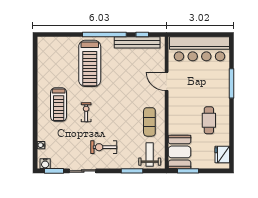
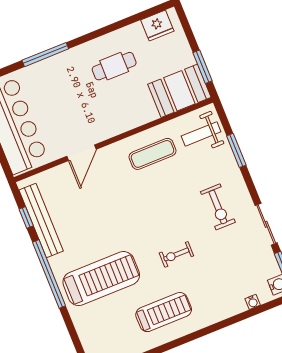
treadmill: (59, 105) -> (164, 312), moved

